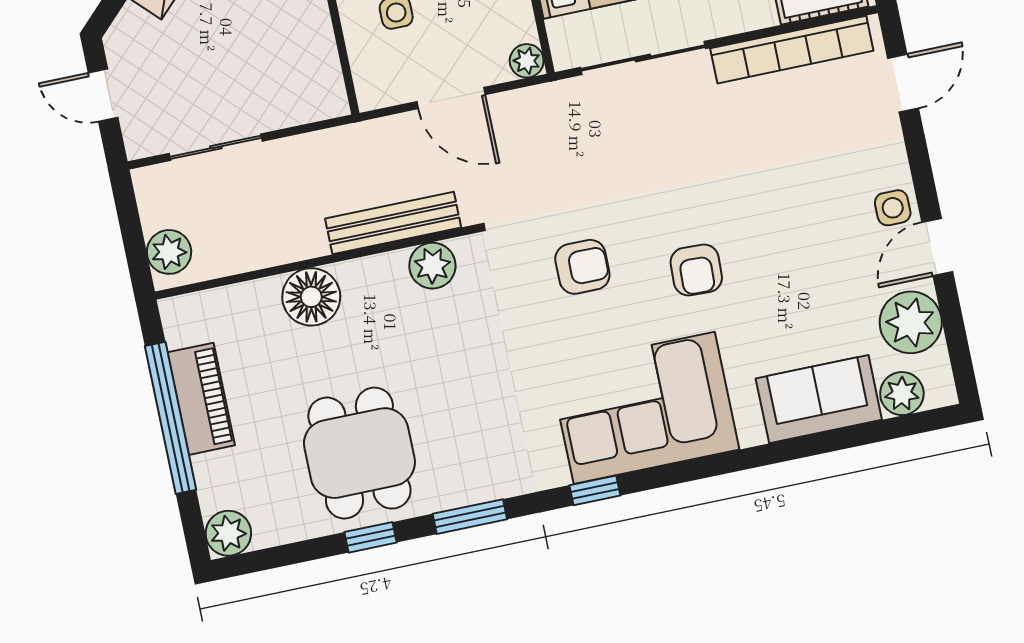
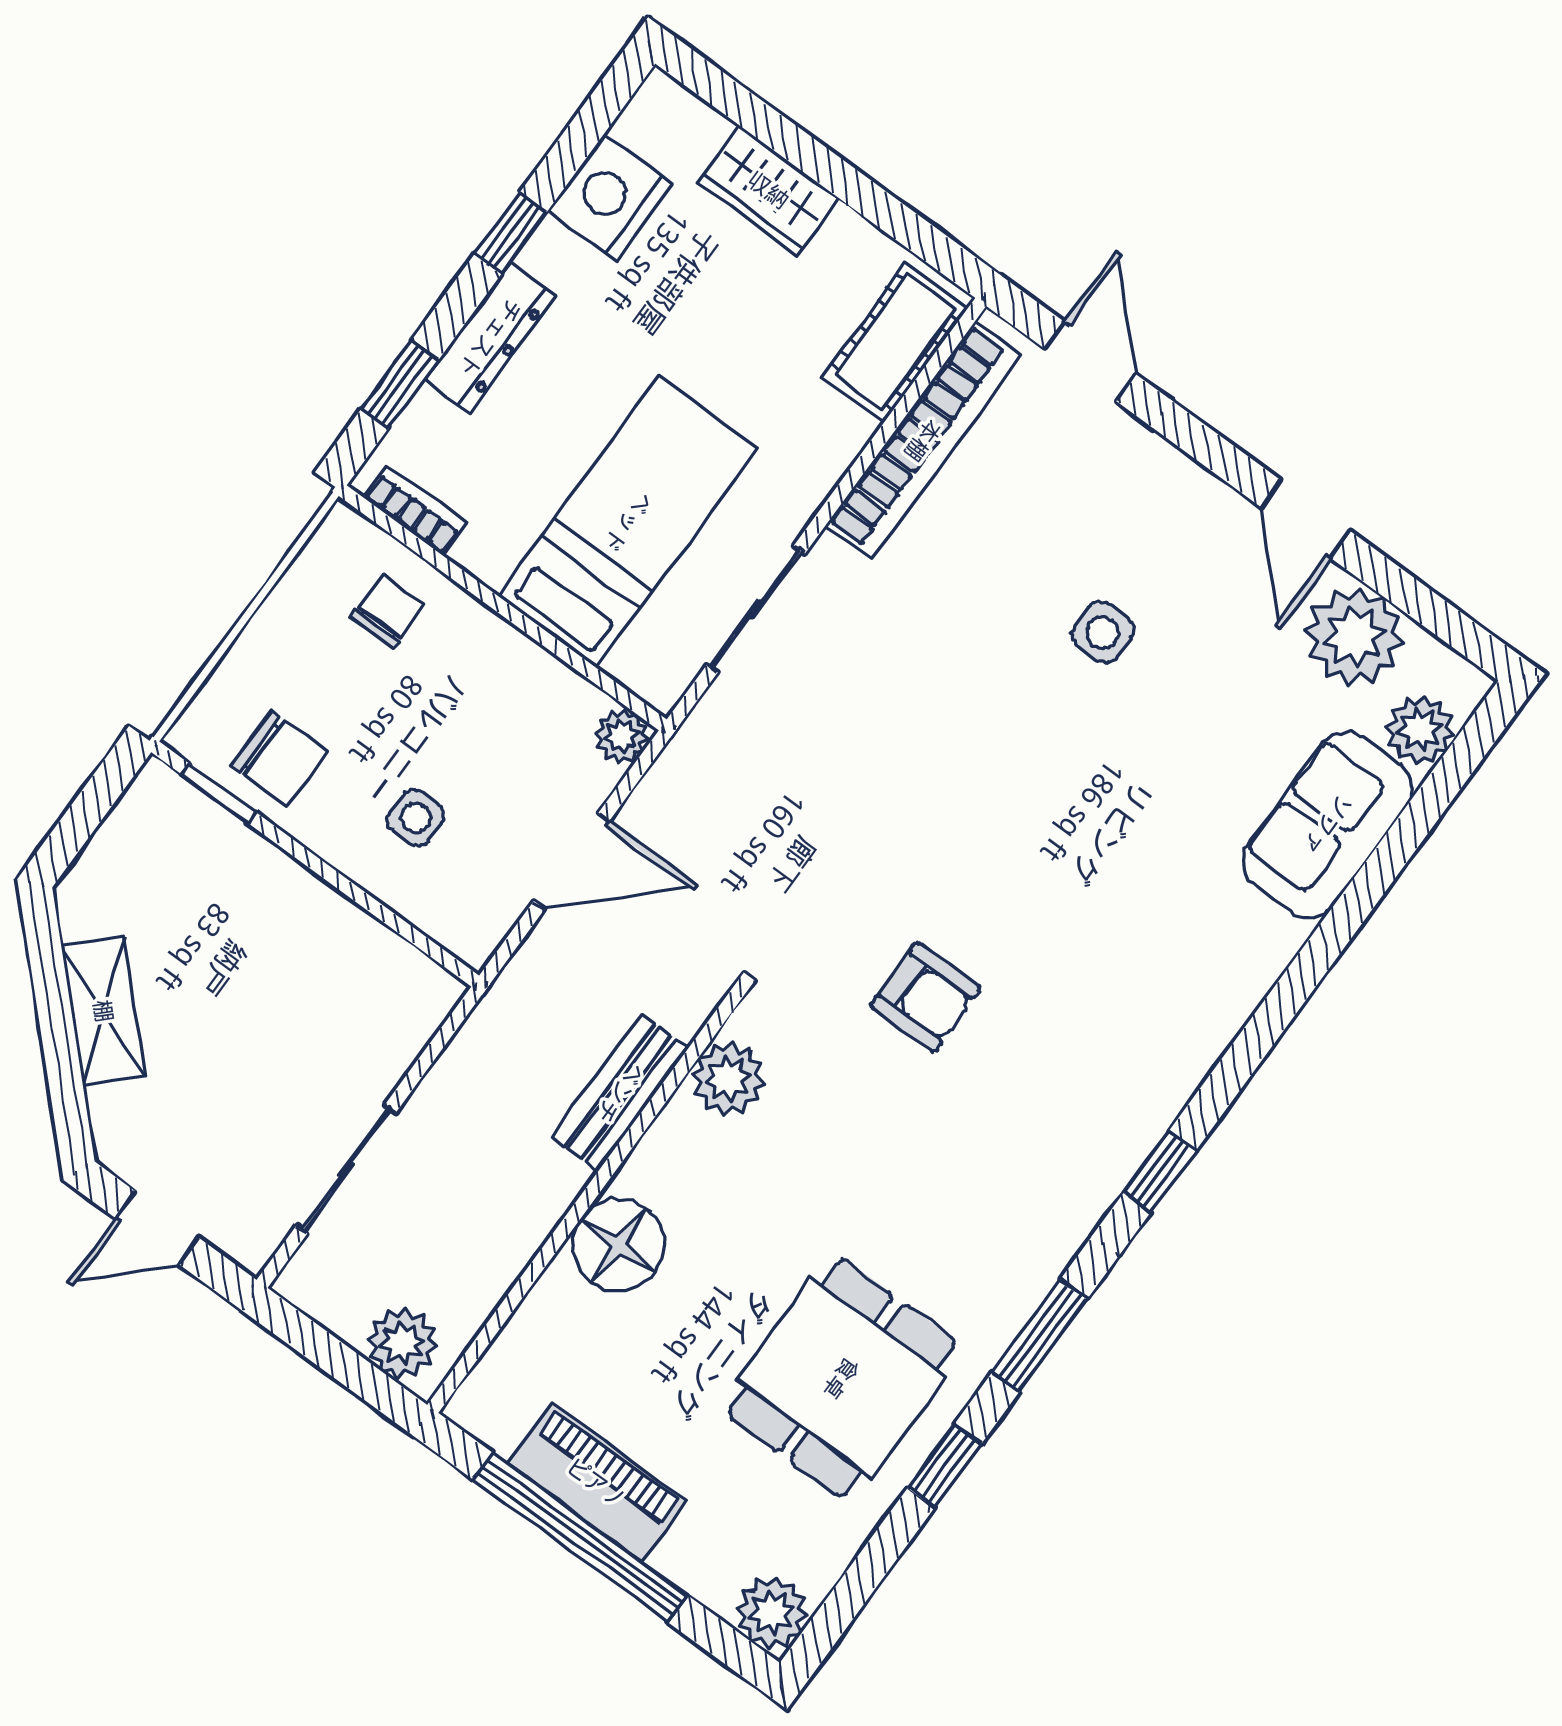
sliding door: (643, 58) -> (756, 609), width x0.73
side table: (893, 208) -> (1103, 633), moved
bench: (393, 223) -> (620, 1093), width x0.73
armchair: (582, 267) -> (925, 997), moved, turned 90
armchair: (696, 270) -> (1045, 803), removed
corner sofa: (644, 408) -> (1130, 1021), removed
dining table: (359, 453) -> (841, 1378), turned 90

